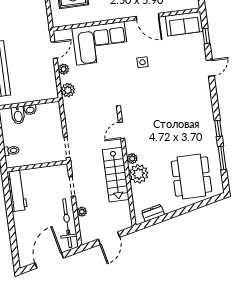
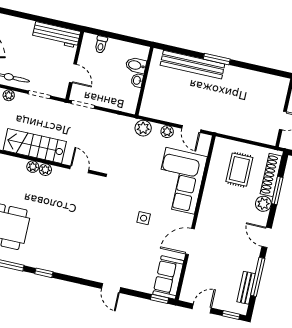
window: (206, 36) -> (160, 299), moved
door: (44, 165) -> (73, 73), added
plant: (139, 174) -> (33, 167), width x0.53, depth x0.53

